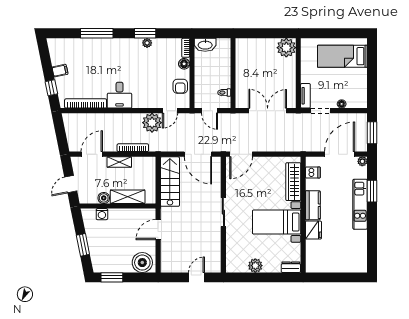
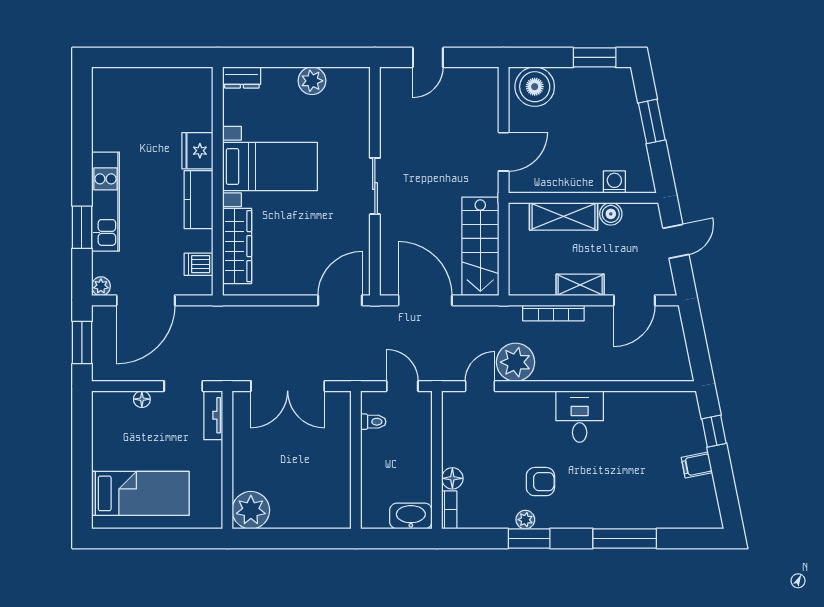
armchair: (180, 86) -> (540, 482), moved, turned 90
bookcase: (86, 103) -> (646, 400), removed

